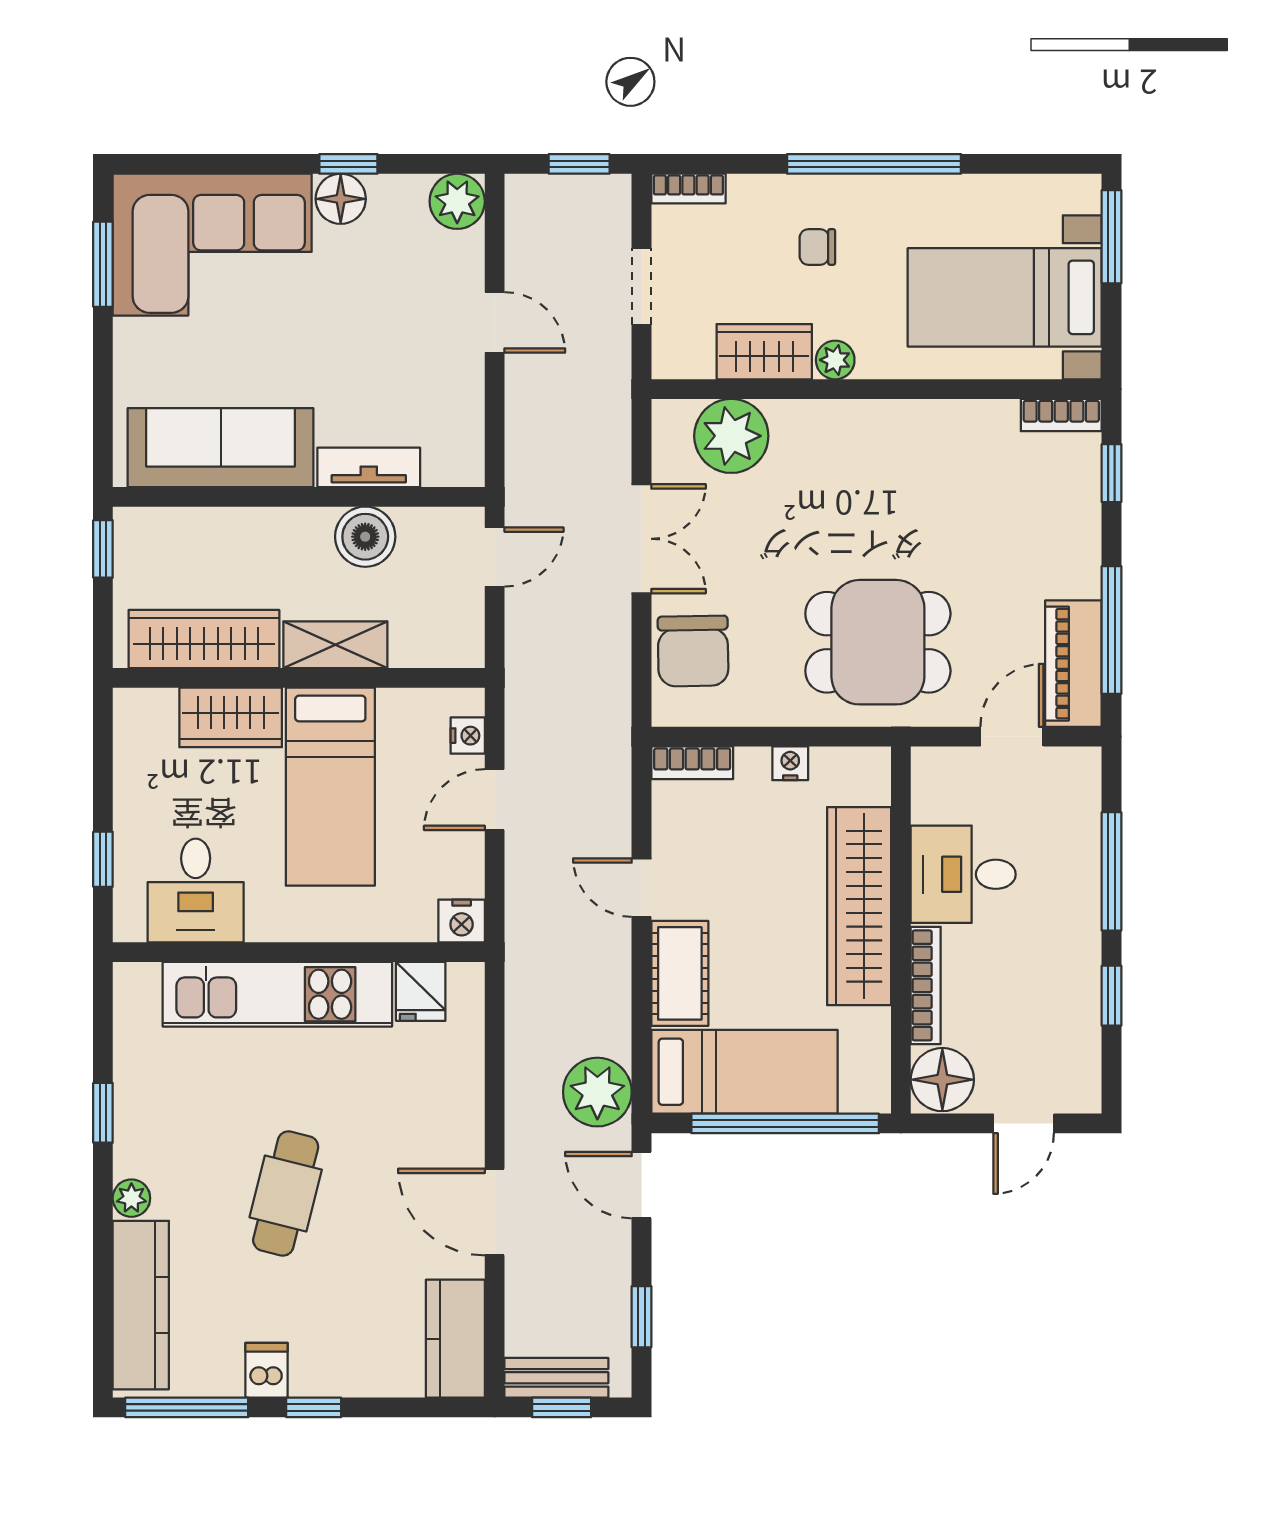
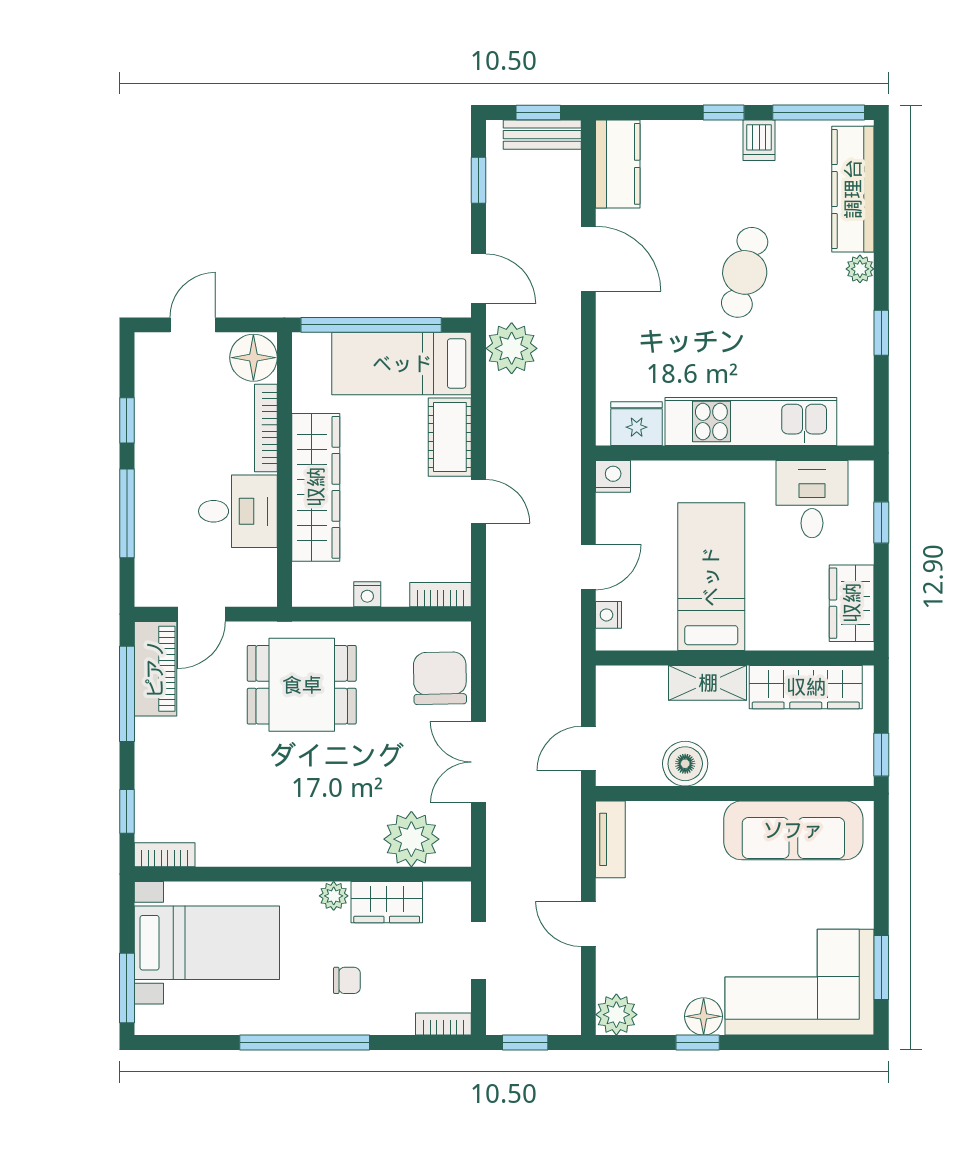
tv unit: (369, 467) -> (610, 839), moved, turned -90
wardrobe: (231, 717) -> (852, 603), moved, turned -90
fridge: (421, 991) -> (637, 424), width x1.38

